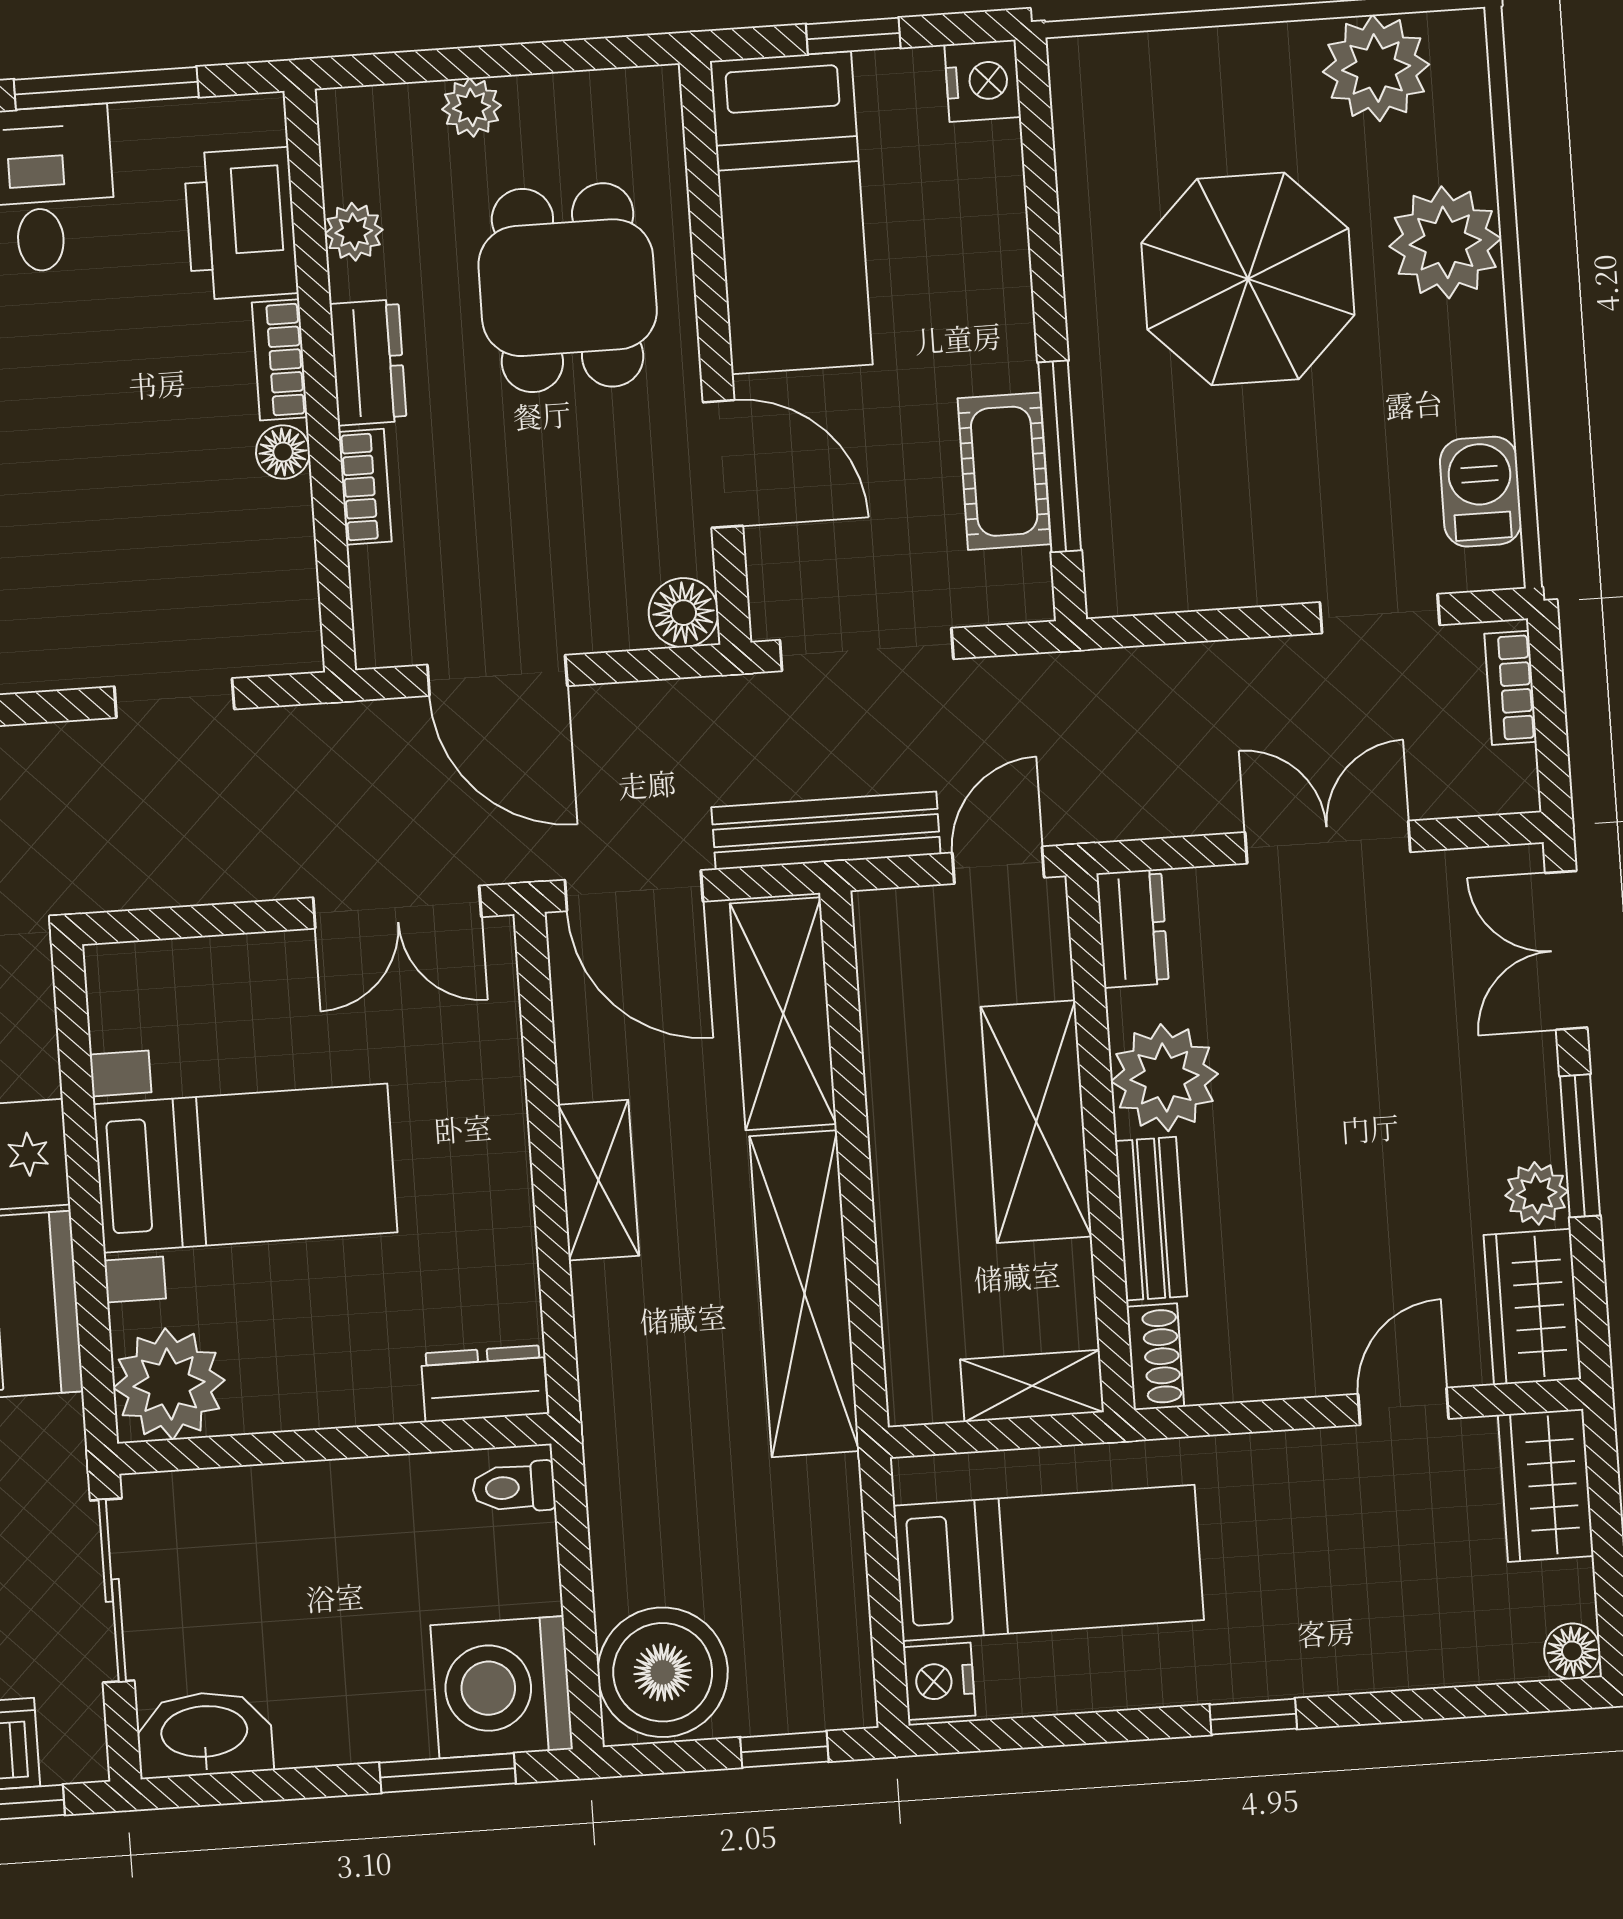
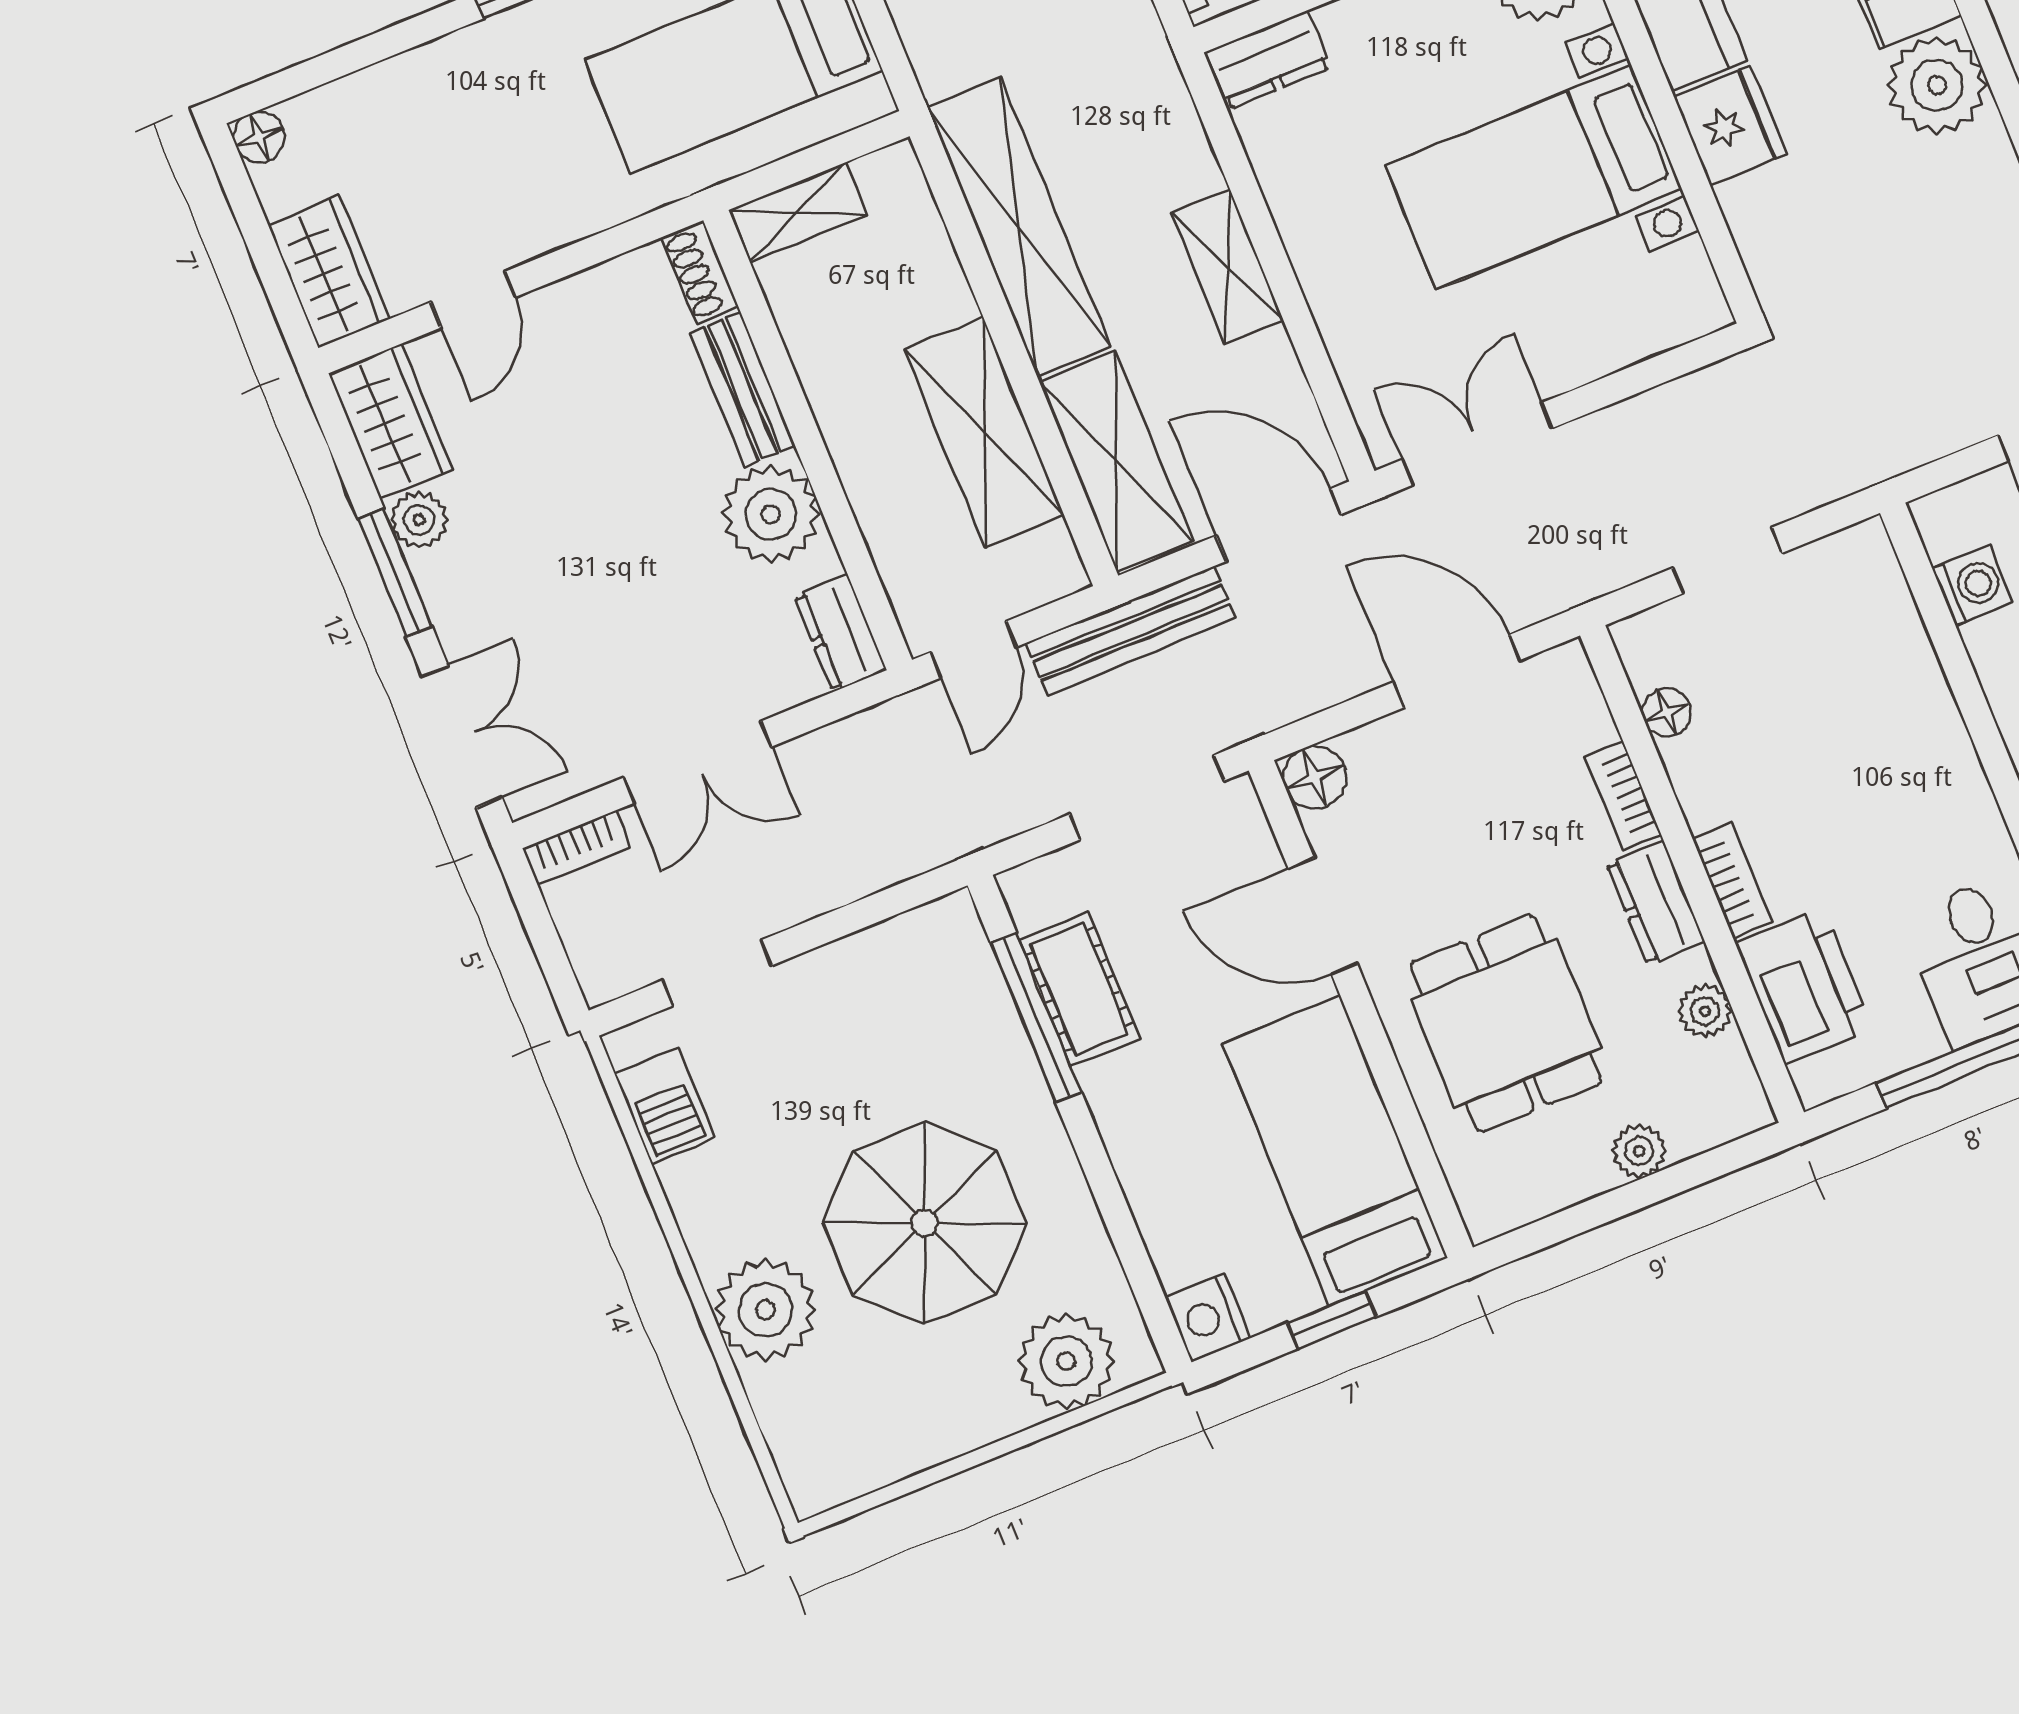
plant: (1376, 68) -> (1066, 1361), moved
floor lamp: (283, 452) -> (1667, 712), moved
bookcase: (1511, 688) -> (576, 848), moved, turned 90
shelving: (1036, 1122) -> (984, 432), moved

